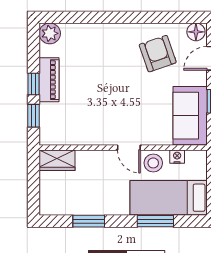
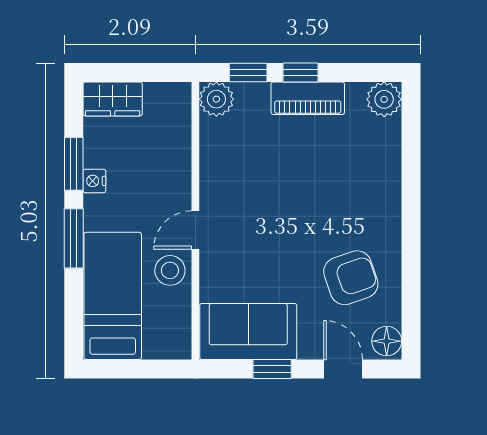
plant: (50, 135) -> (216, 99), added
nightstand: (177, 157) -> (94, 181), moved, turned 180
wardrobe: (57, 160) -> (113, 99), moved, turned -90
window: (155, 221) -> (74, 238), moved

